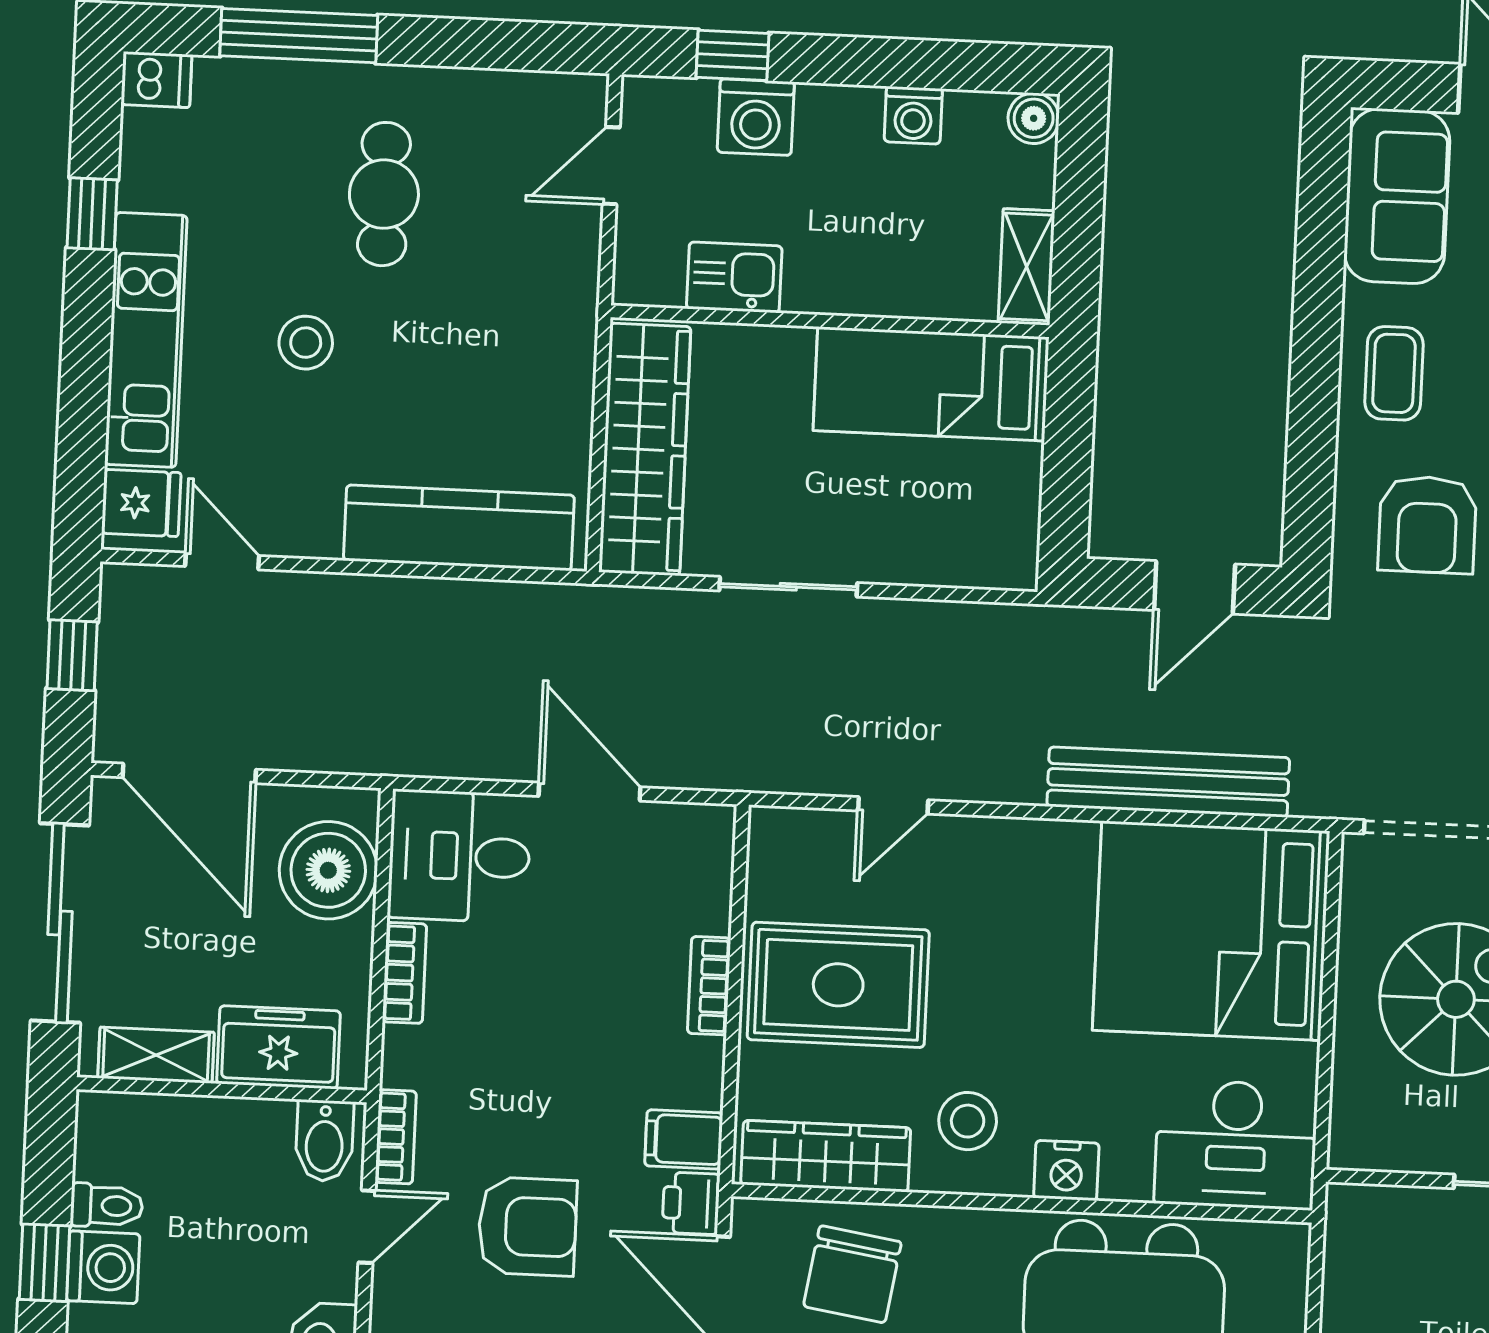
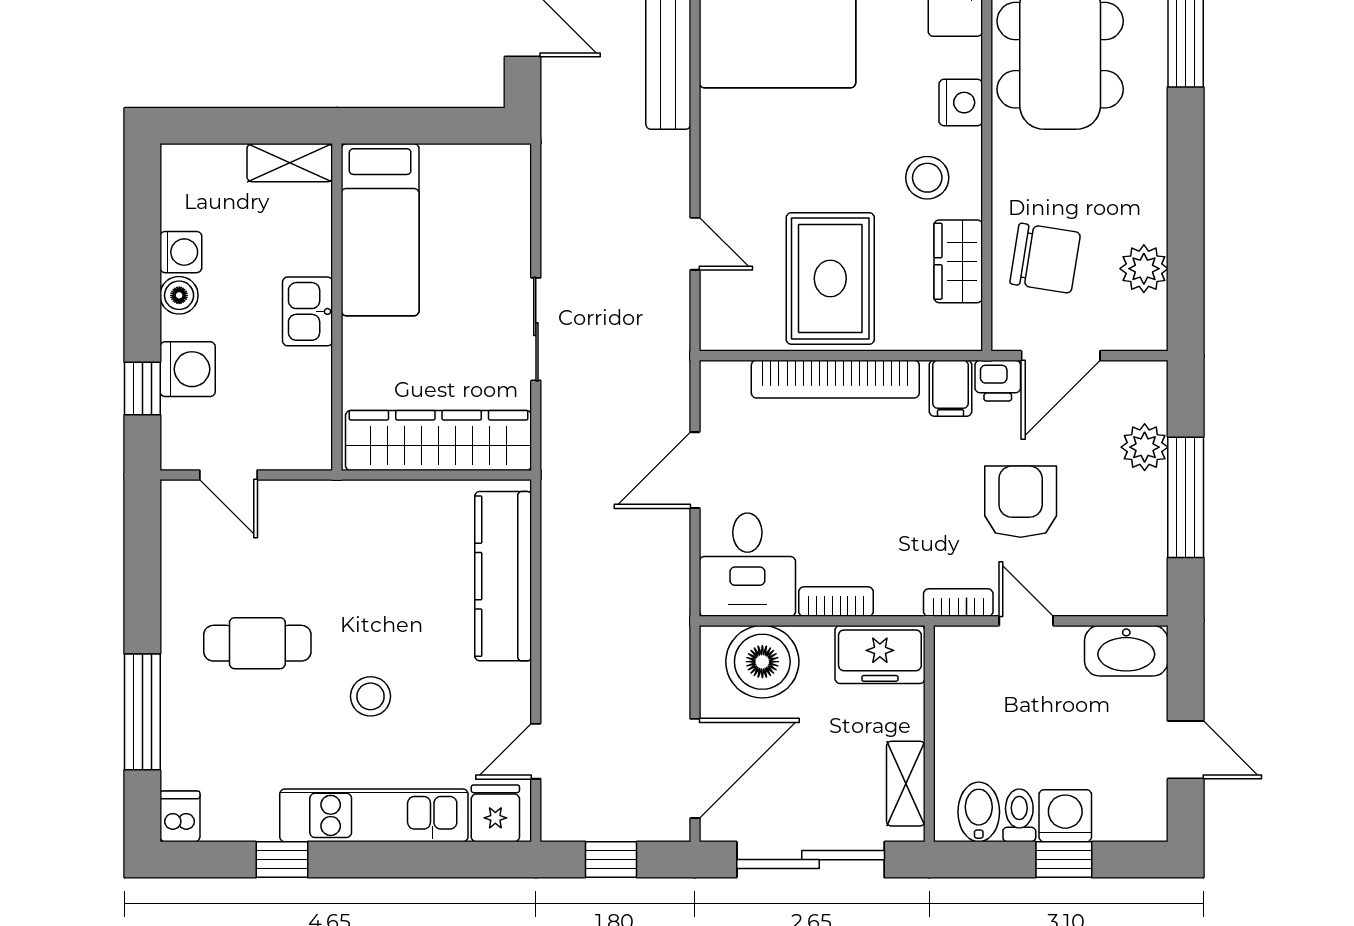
boiler: (1034, 118) -> (179, 295), moved
kitchen sink: (734, 277) -> (308, 311), moved
bookcase: (709, 986) -> (835, 379), width x2.31, depth x1.31
freezer: (279, 1047) -> (880, 654), moved, turned -90
bidet: (324, 1141) -> (979, 812), moved, turned -90
wardrobe: (826, 1156) -> (958, 261), width x0.67

